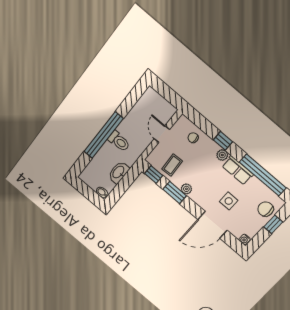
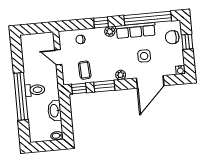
row of seats: (238, 170) -> (136, 31), width x1.48
plant: (186, 189) -> (121, 75), moved

